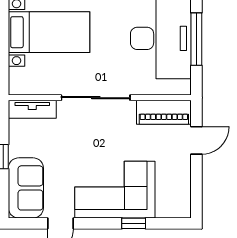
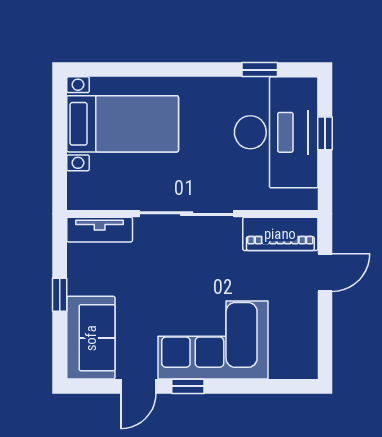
window: (196, 39) -> (325, 133), width x0.46
window: (134, 223) -> (188, 386), moved

